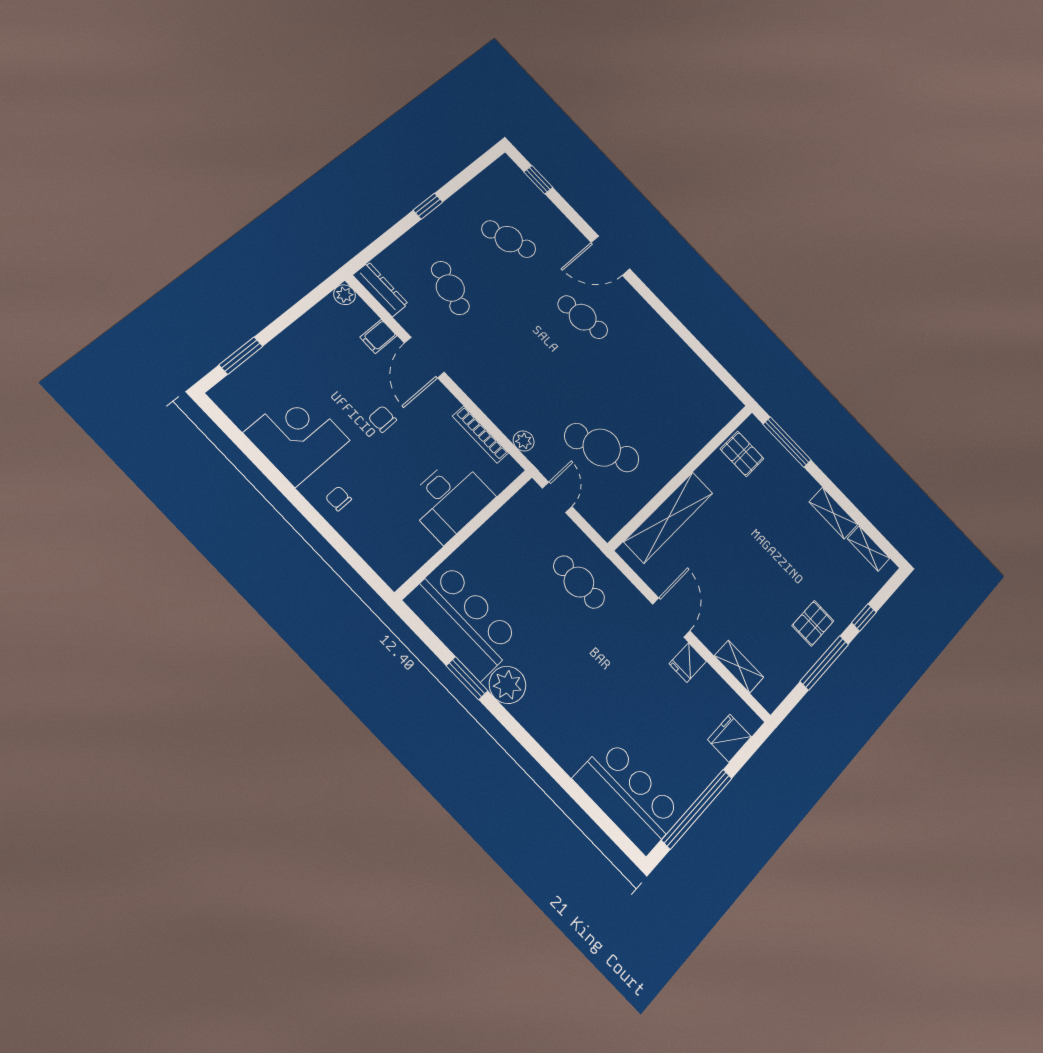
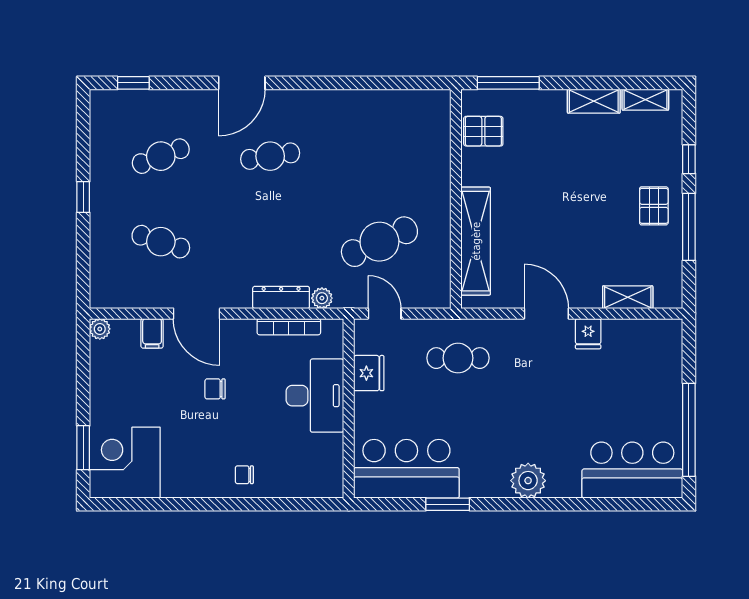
dresser: (380, 289) -> (281, 297), moved
corner desk: (297, 437) -> (125, 463), moved
plant: (507, 685) -> (528, 481), moved
fridge: (729, 738) -> (369, 373), moved, turned 180

